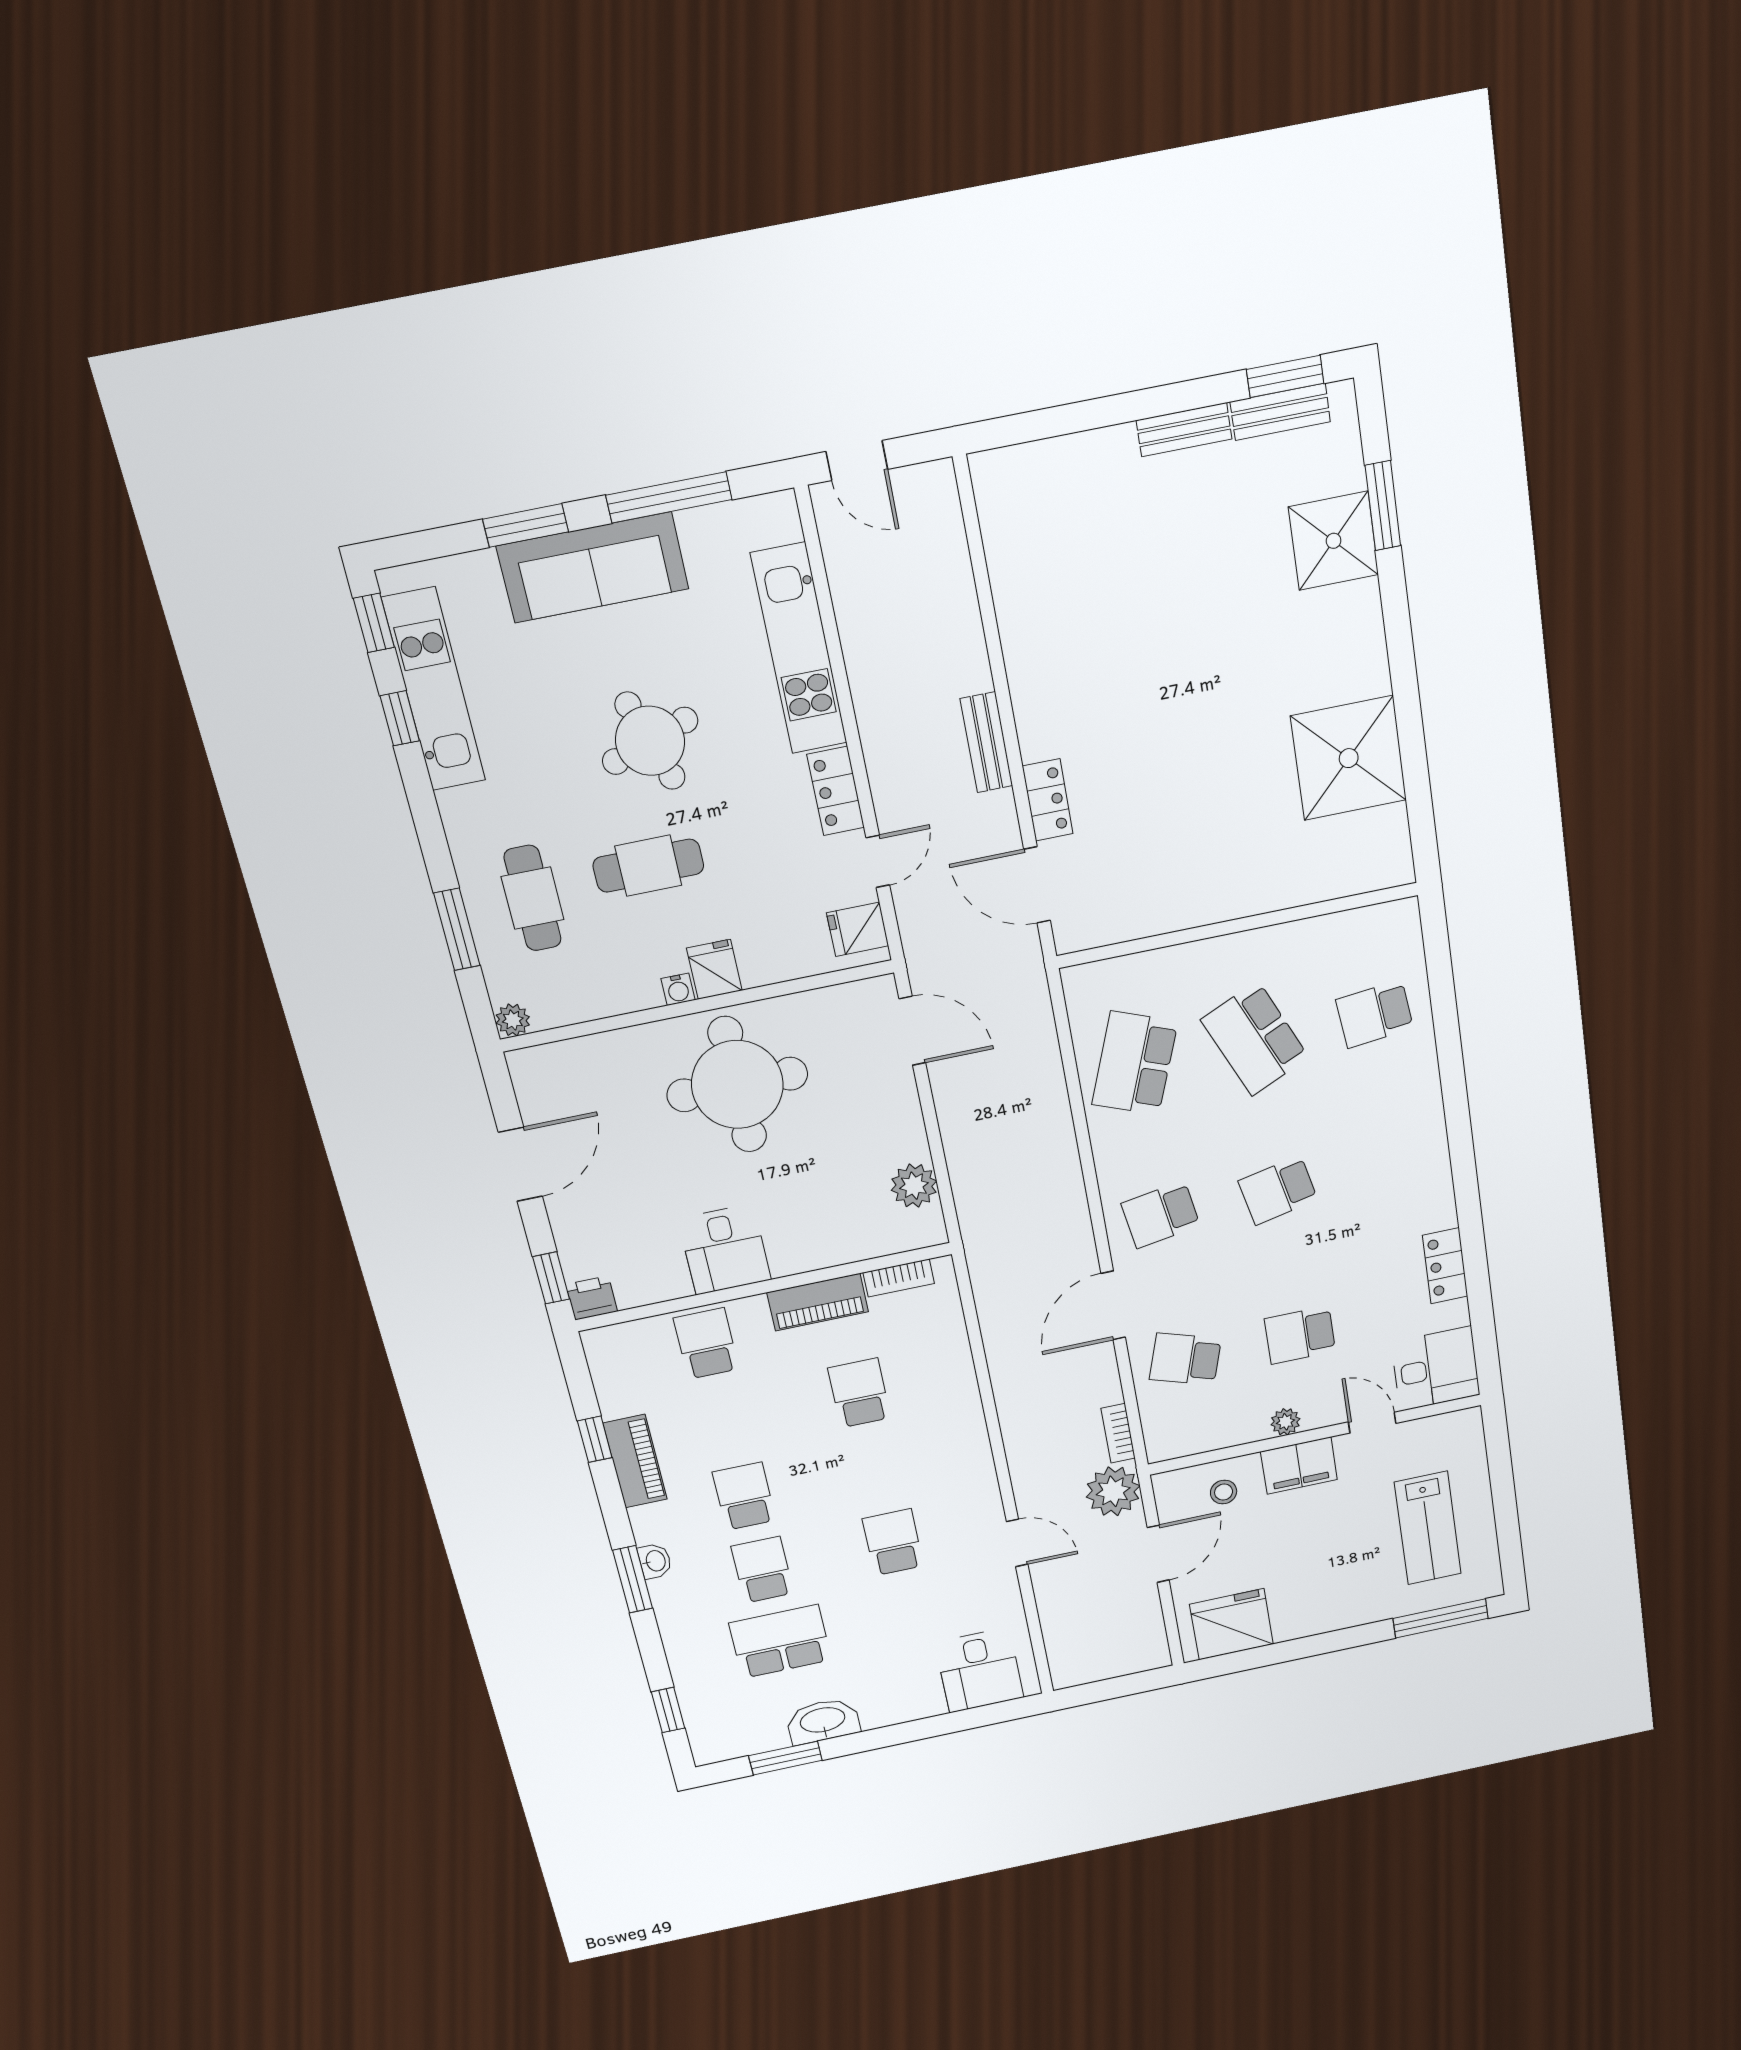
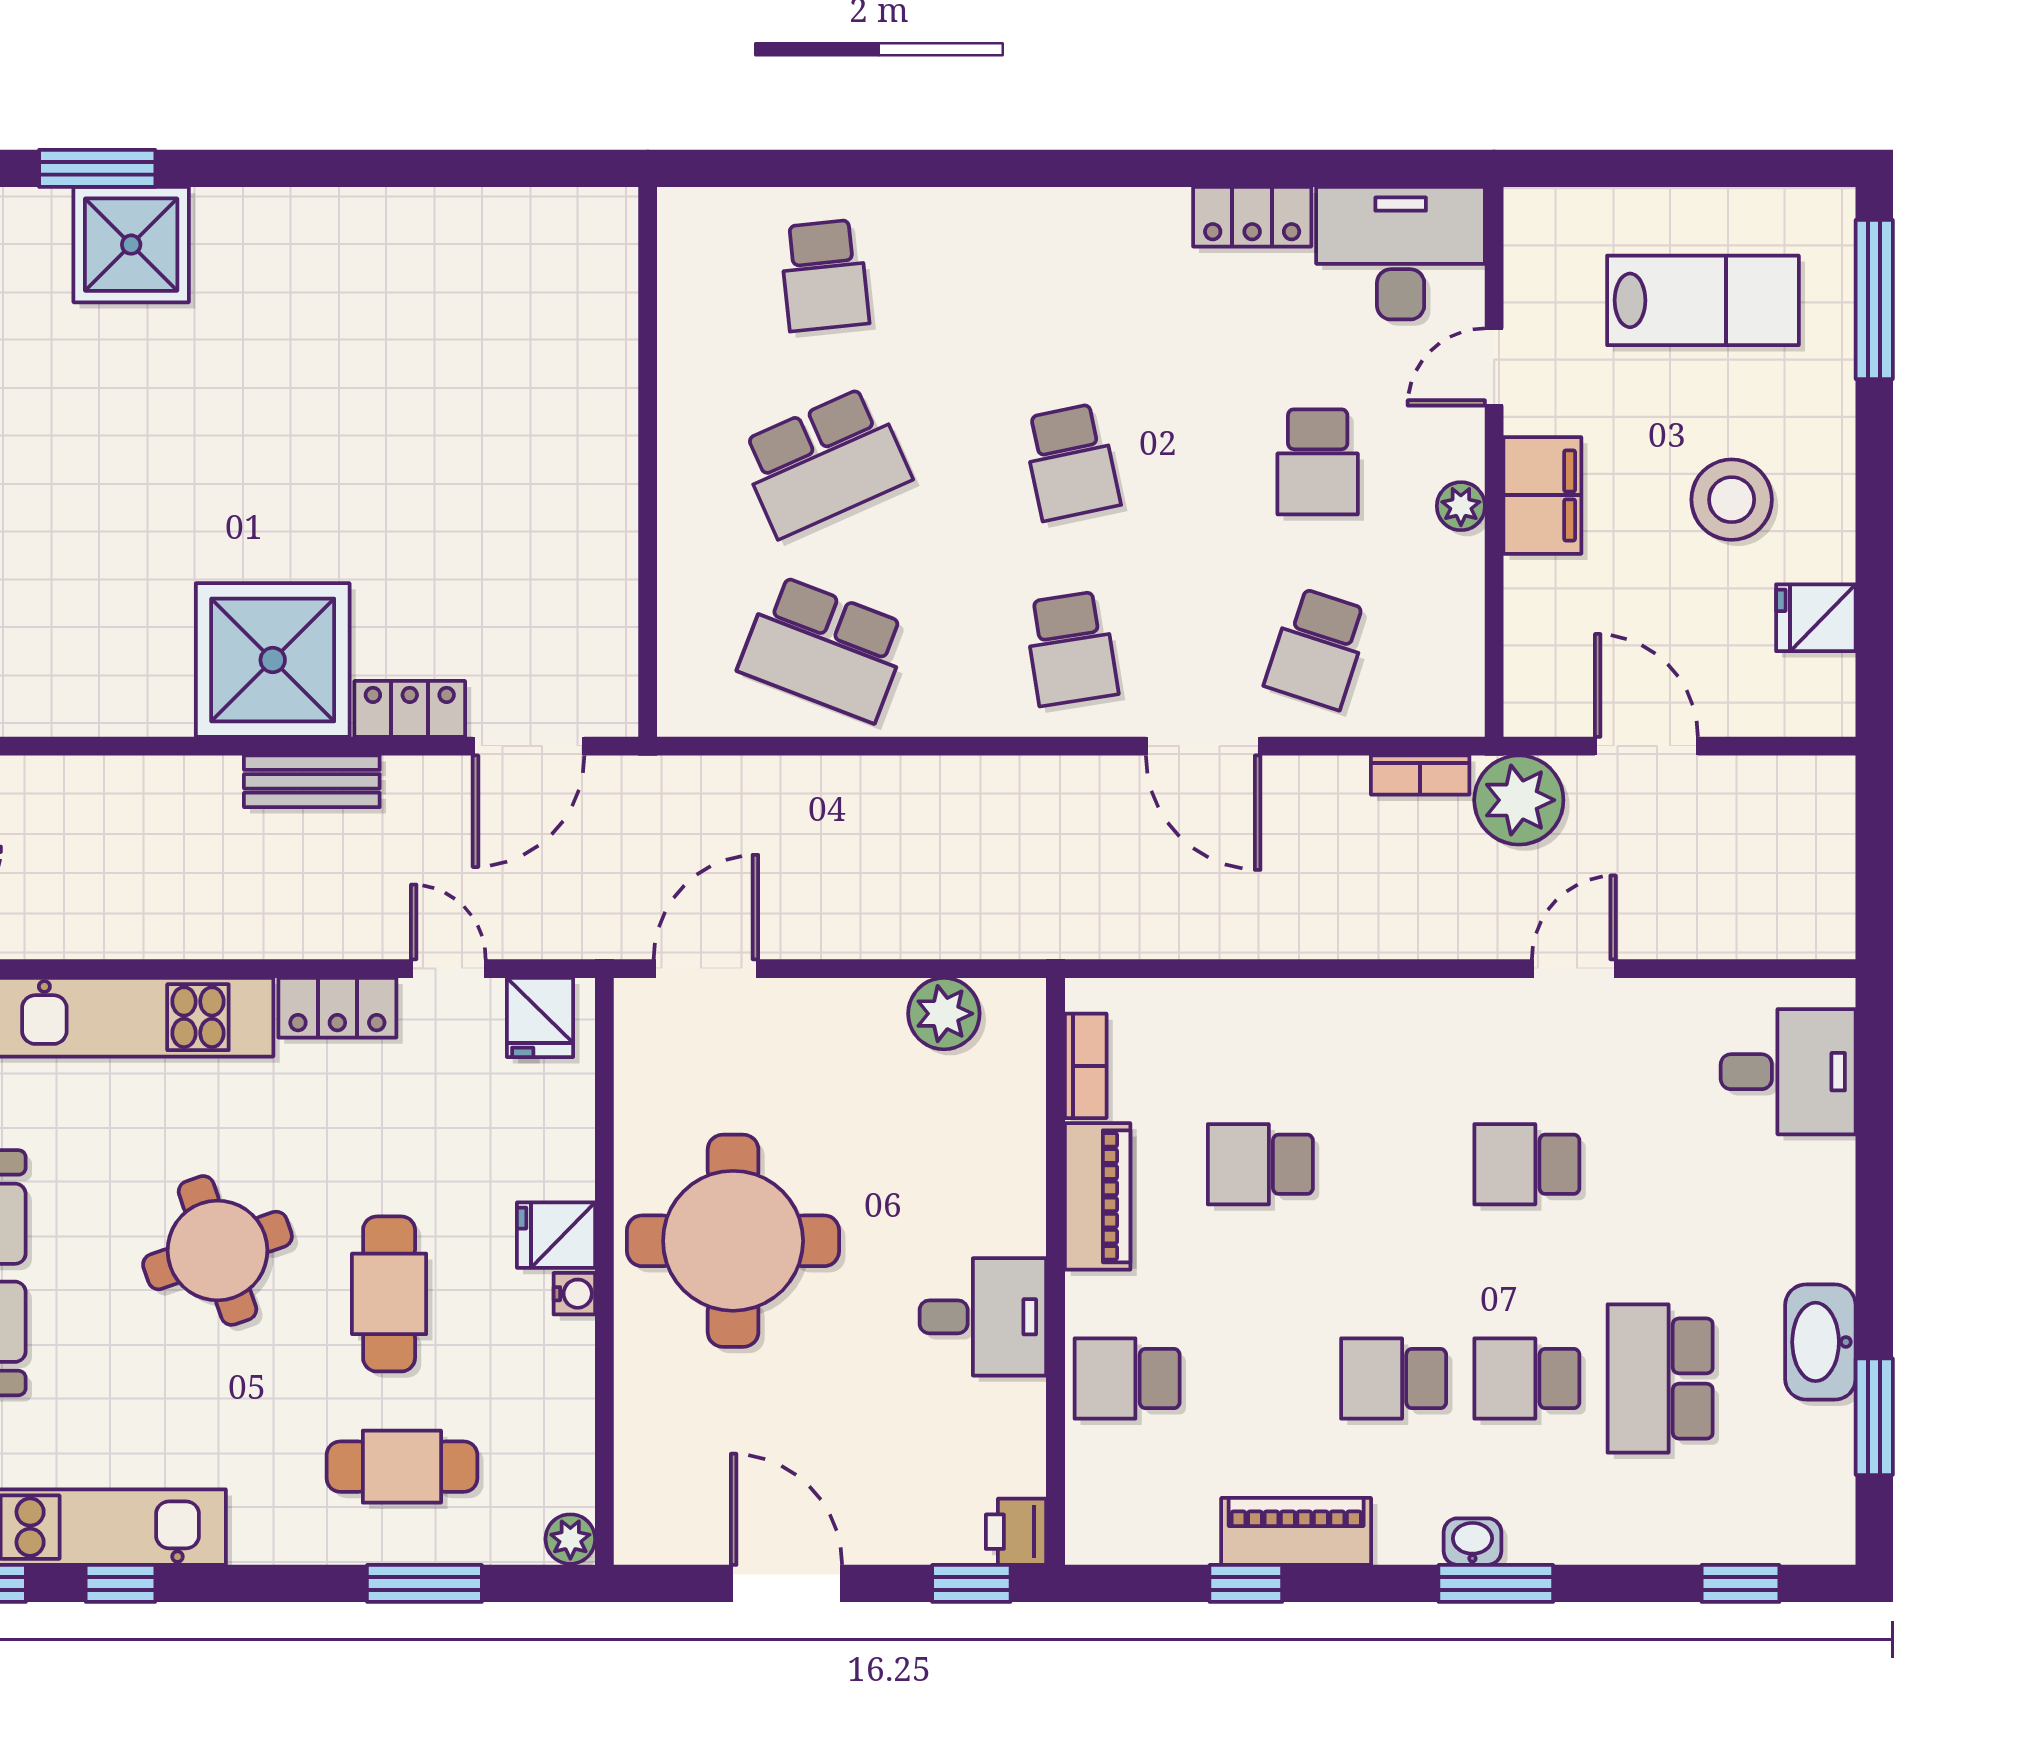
shower: (1349, 758) -> (273, 660), moved
desk: (1436, 1369) -> (1401, 253), width x1.37
stool: (1224, 1492) -> (1732, 500), moved, width x1.89, depth x1.89
fridge: (1231, 1624) -> (1816, 618), width x0.53, depth x0.75

